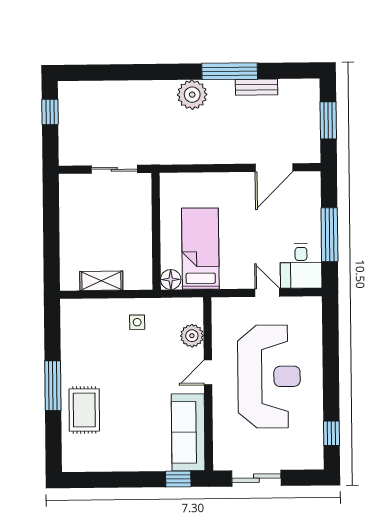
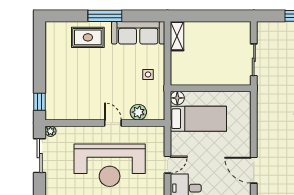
shelving: (101, 281) -> (177, 36), moved
sofa: (188, 432) -> (138, 33), moved, turned 180
plant: (221, 463) -> (50, 131), added

